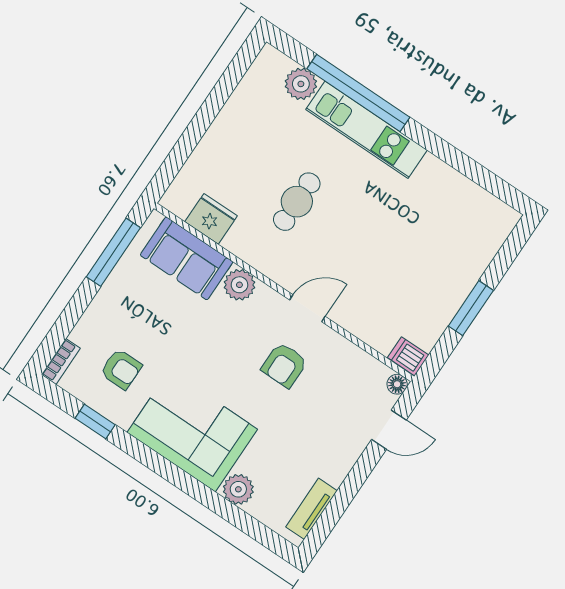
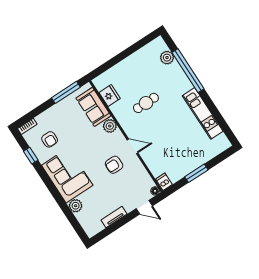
kitchen unit: (366, 130) -> (203, 113), moved
tv unit: (311, 509) -> (114, 217), moved

